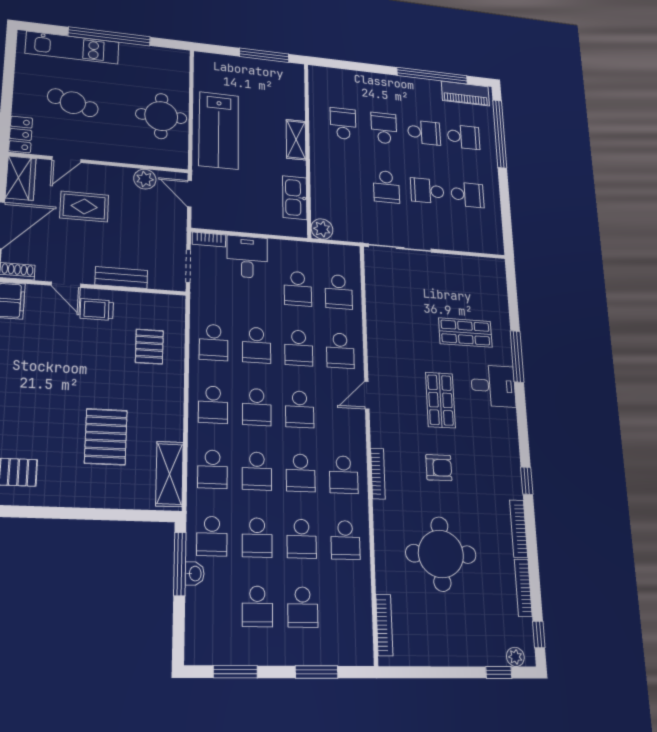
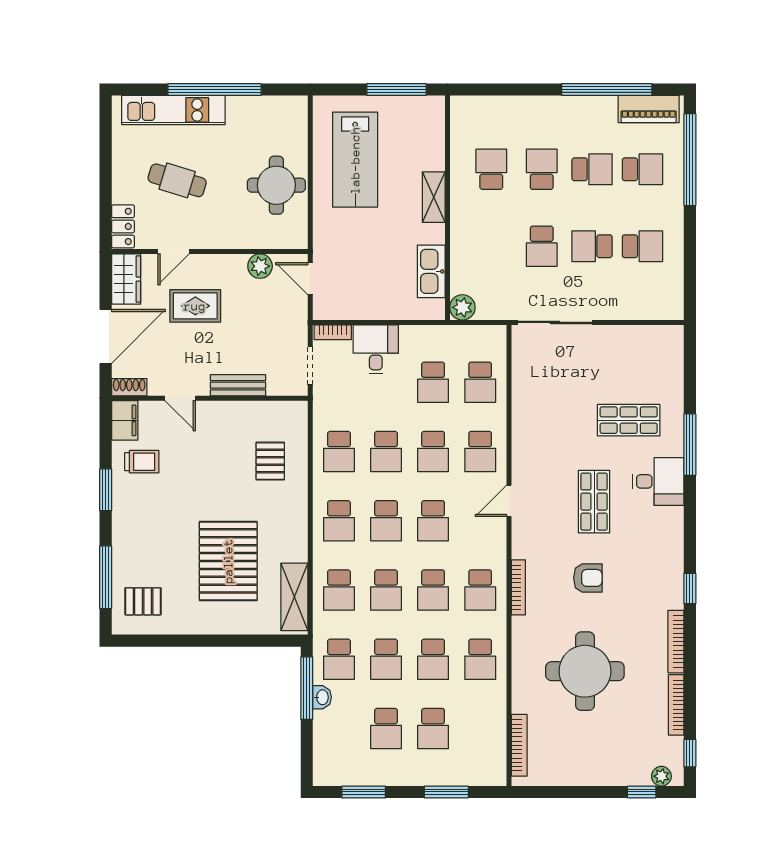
lab bench: (219, 130) -> (355, 160), moved
trolley: (97, 310) -> (142, 462), moved, turned 180
pallet: (106, 437) -> (228, 561), width x1.37, depth x1.41

